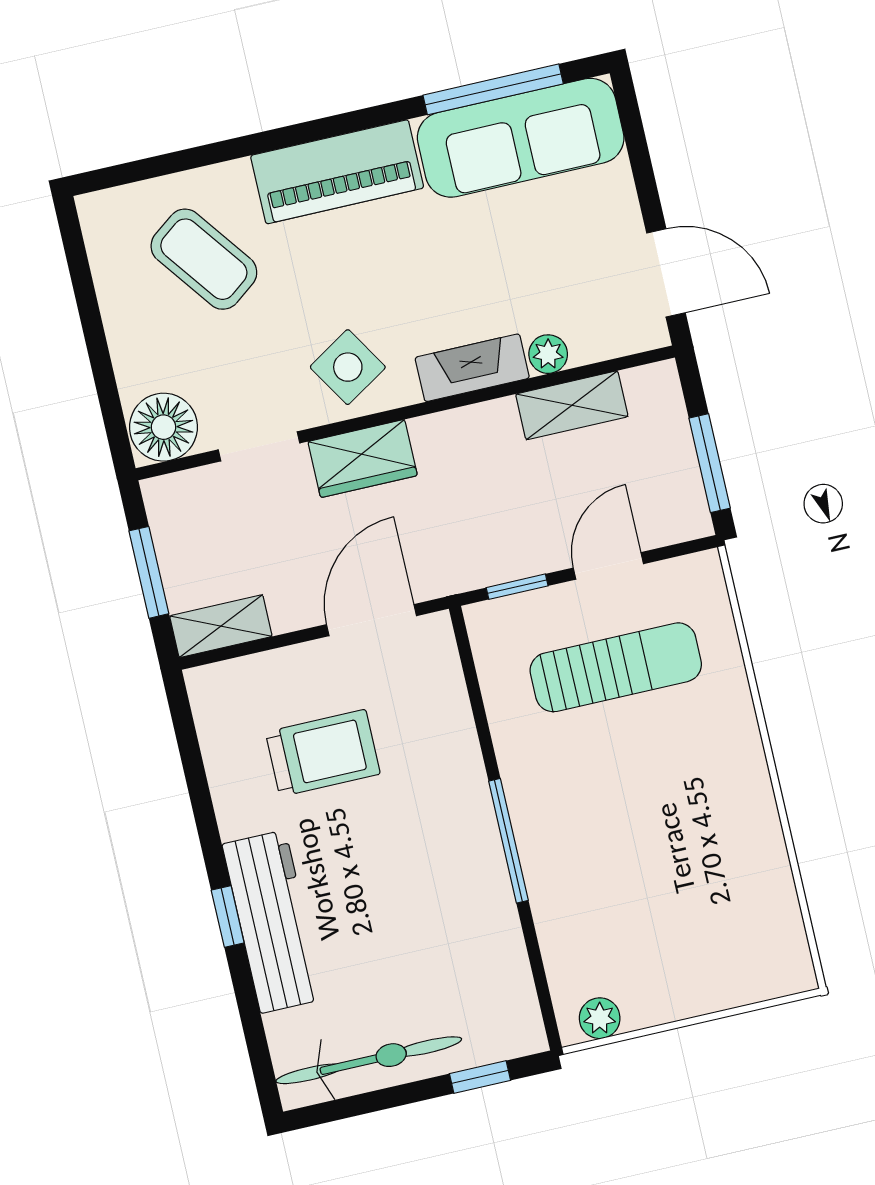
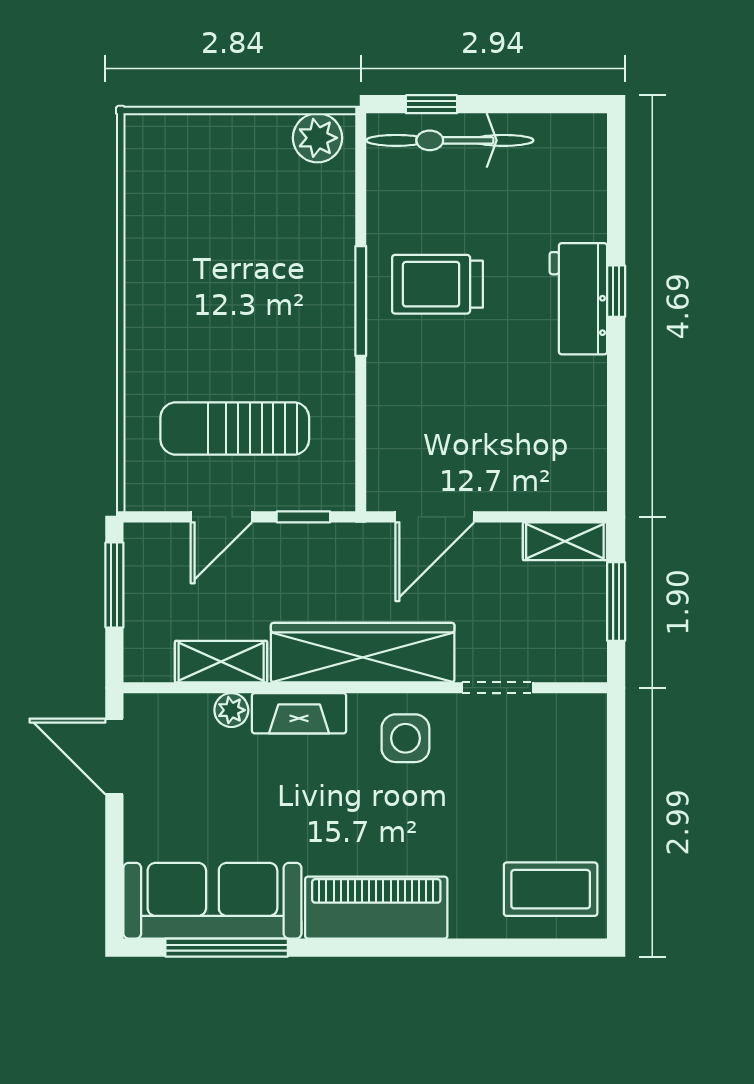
coffee table: (204, 259) -> (551, 889), moved, turned -53
side table: (348, 367) -> (405, 738), turned 32
floor lamp: (163, 427) -> (575, 723), removed
wardrobe: (363, 459) -> (363, 653), width x2.10, depth x1.17
trolley: (323, 753) -> (437, 284), moved
workbench: (273, 922) -> (578, 299), width x0.73
plant: (600, 1018) -> (317, 138), width x1.38, depth x1.38
bicycle: (369, 1060) -> (450, 140), moved

